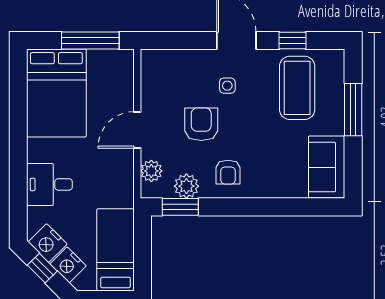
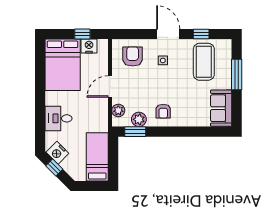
window: (90, 41) -> (82, 34), width x0.46
armchair: (201, 124) -> (133, 56), moved
nightstand: (68, 265) -> (89, 46), moved, turned 135

